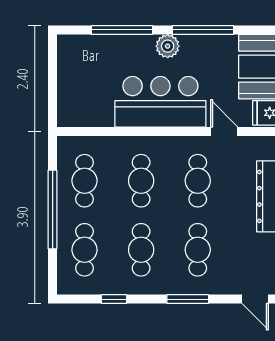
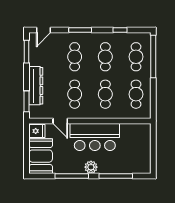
window: (53, 209) -> (153, 56), moved
door: (255, 299) -> (43, 30), swing flipped

